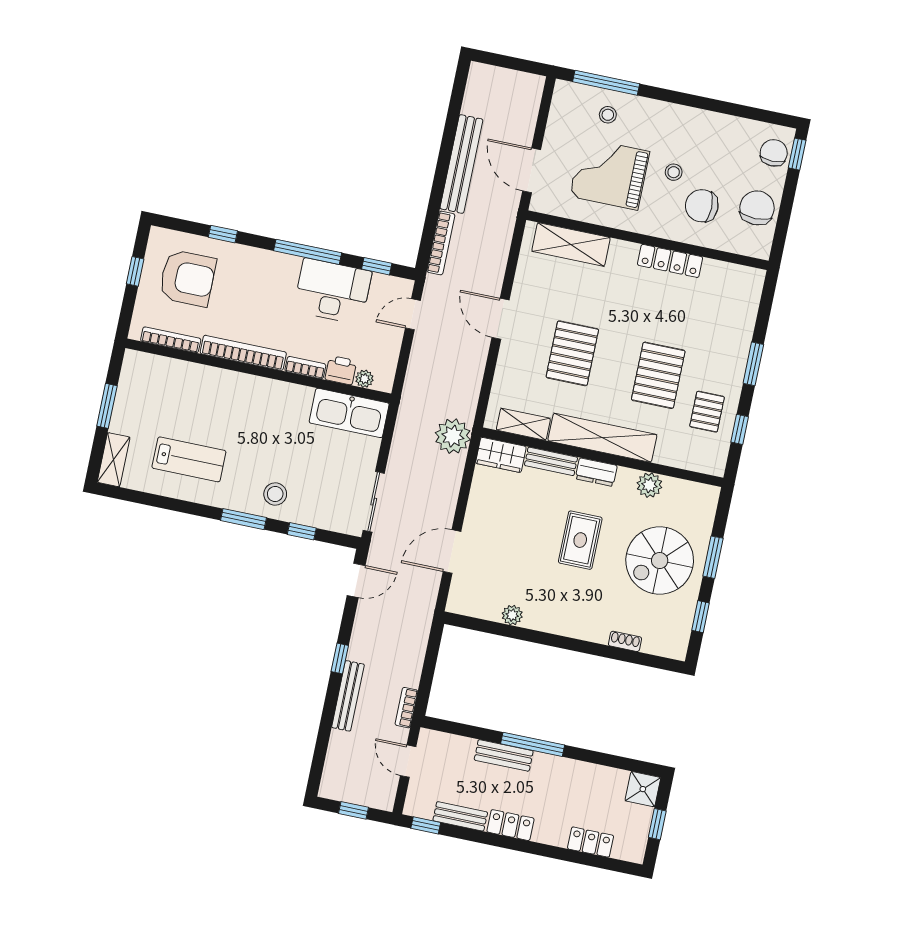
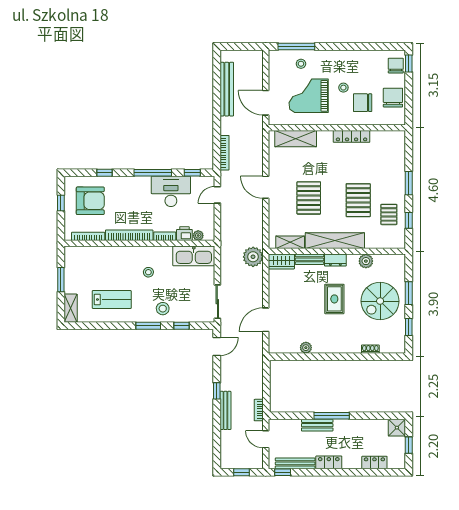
bench: (461, 164) -> (227, 89), moved
stool: (263, 425) -> (148, 272), added
bench: (460, 816) -> (295, 463), width x1.36

